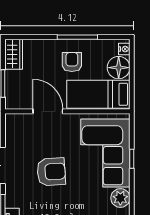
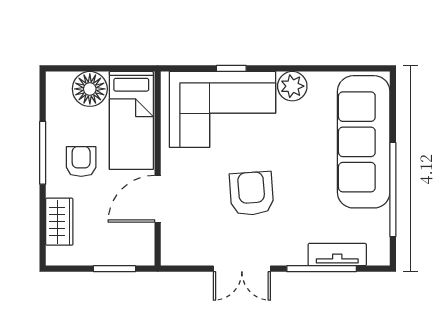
nightstand: (124, 49) -> (61, 80), removed
wardrobe: (14, 54) -> (59, 222), moved, turned 90
armchair: (72, 62) -> (81, 161), turned 90

